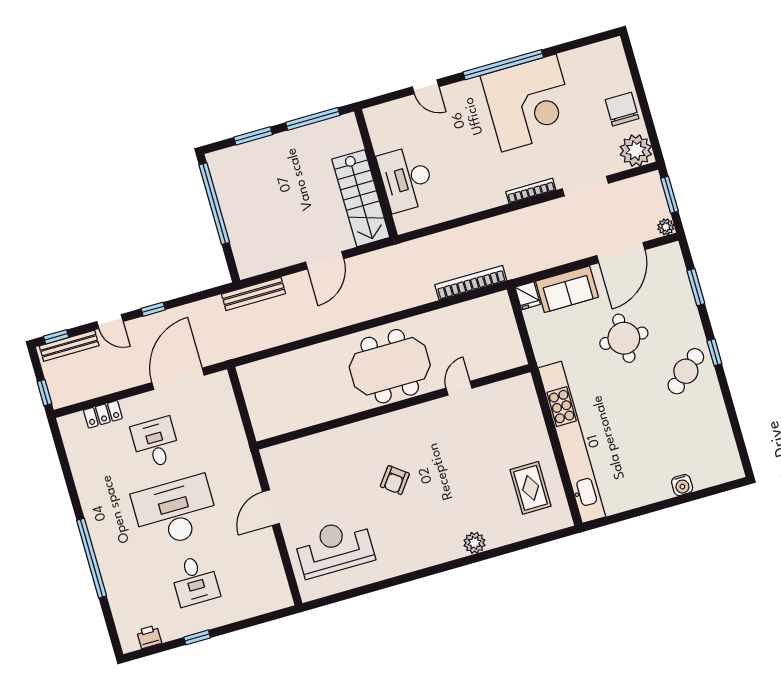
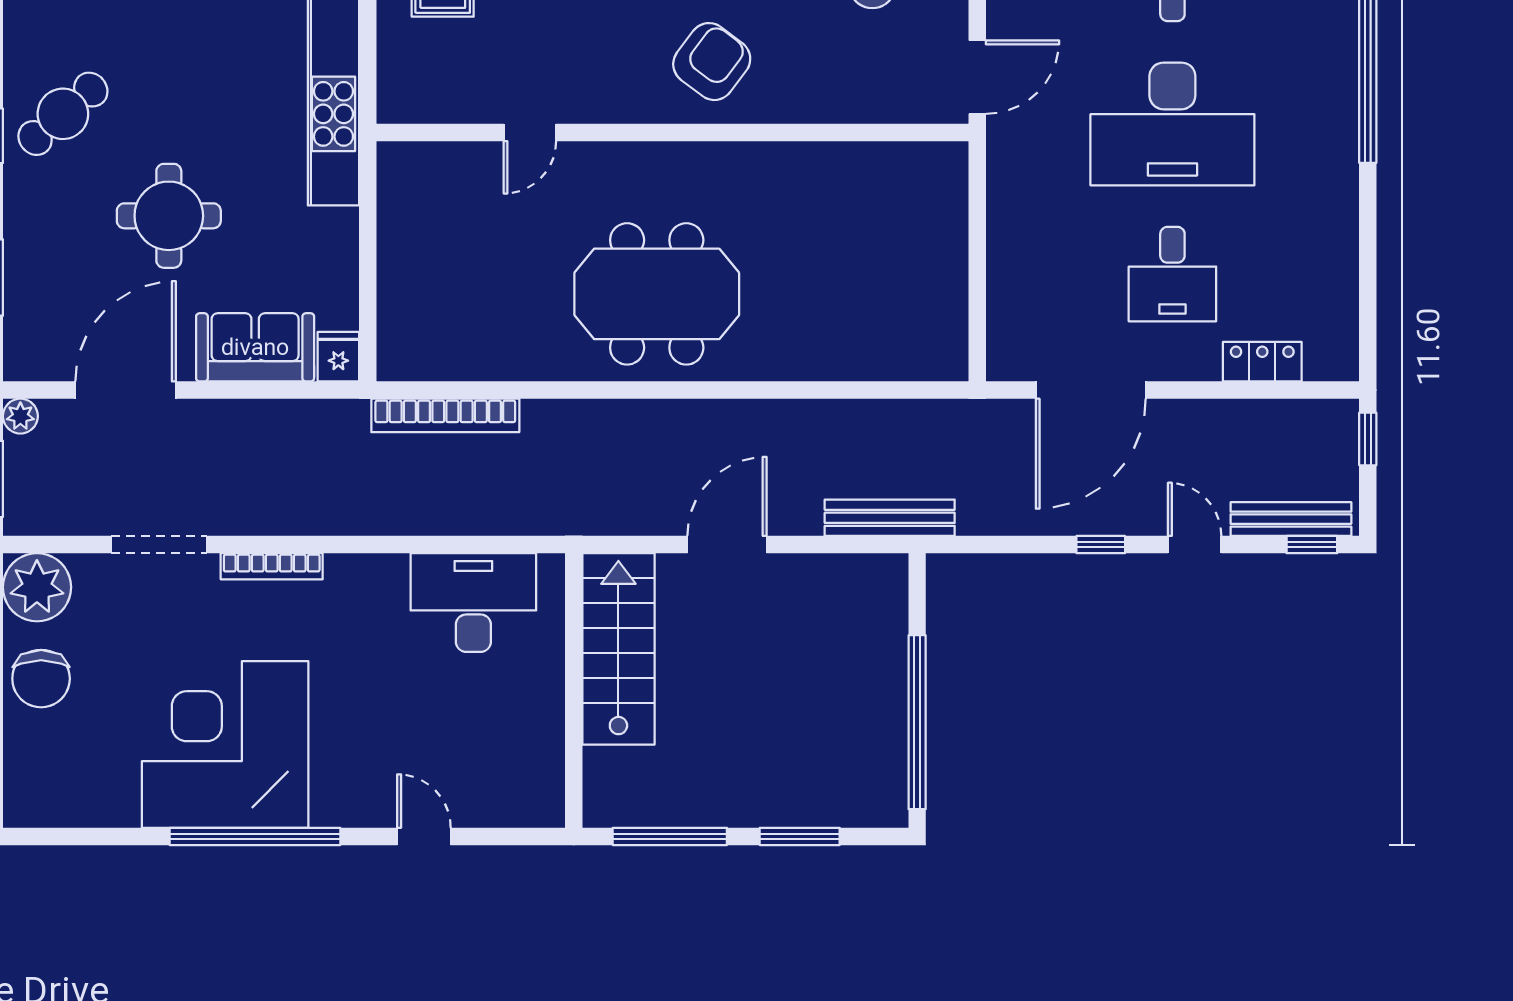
desk: (406, 179) -> (473, 603), moved, turned -90
door: (459, 388) -> (530, 133), moved
wall: (393, 407) -> (672, 133), moved
armchair: (395, 480) -> (712, 62), width x1.38, depth x1.38

